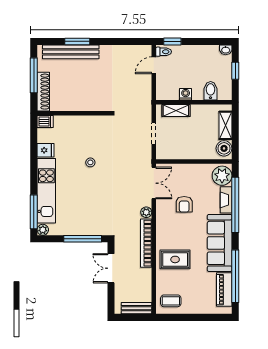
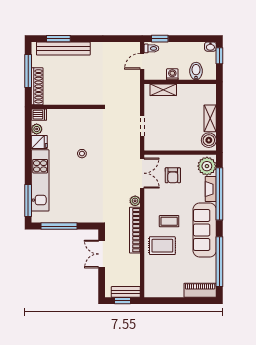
window: (77, 41) -> (58, 39), moved
window: (235, 71) -> (219, 56), moved
bidet: (211, 91) -> (196, 71), moved
washing machine: (186, 94) -> (172, 74), moved
wall: (194, 102) -> (180, 82), moved
shelving: (176, 110) -> (163, 90), moved
armchair: (184, 204) -> (173, 175), moved
plant: (43, 230) -> (37, 129), moved
window: (83, 239) -> (59, 226), moved
piano: (224, 290) -> (200, 290), moved, turned 90
coffee table: (171, 301) -> (169, 221), moved
window: (133, 317) -> (122, 301), added

